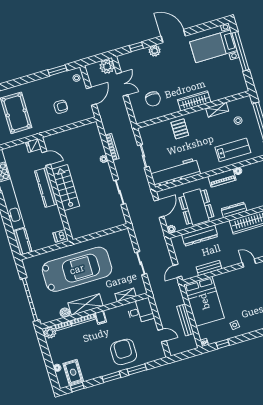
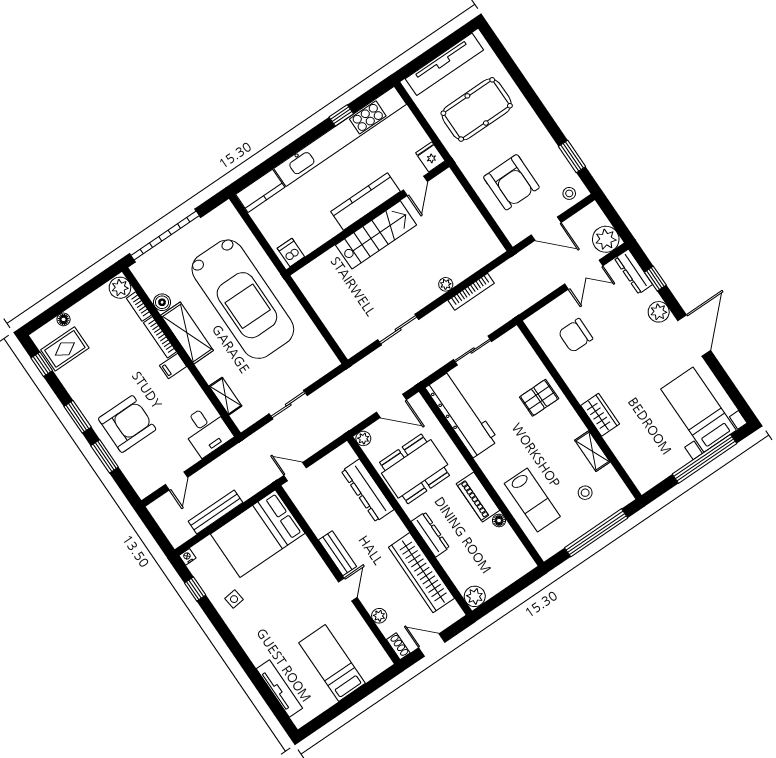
dresser: (129, 57) -> (633, 272), added
wardrobe: (194, 101) -> (600, 415), width x0.67
armchair: (61, 107) -> (511, 182), width x1.88, depth x1.88
bench: (209, 268) -> (338, 553), moved

